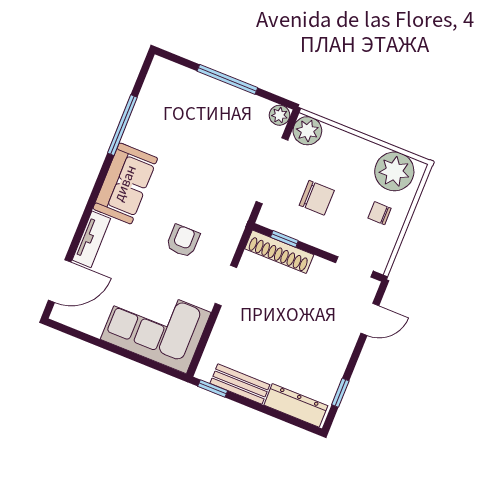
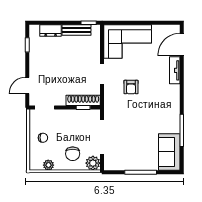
plant: (280, 115) -> (109, 165), removed
plant: (394, 171) -> (48, 165), width x0.53, depth x0.53
sofa: (125, 183) -> (169, 152), moved
chair: (317, 198) -> (73, 154), moved, turned -90
dresser: (296, 405) -> (51, 30), width x0.70

